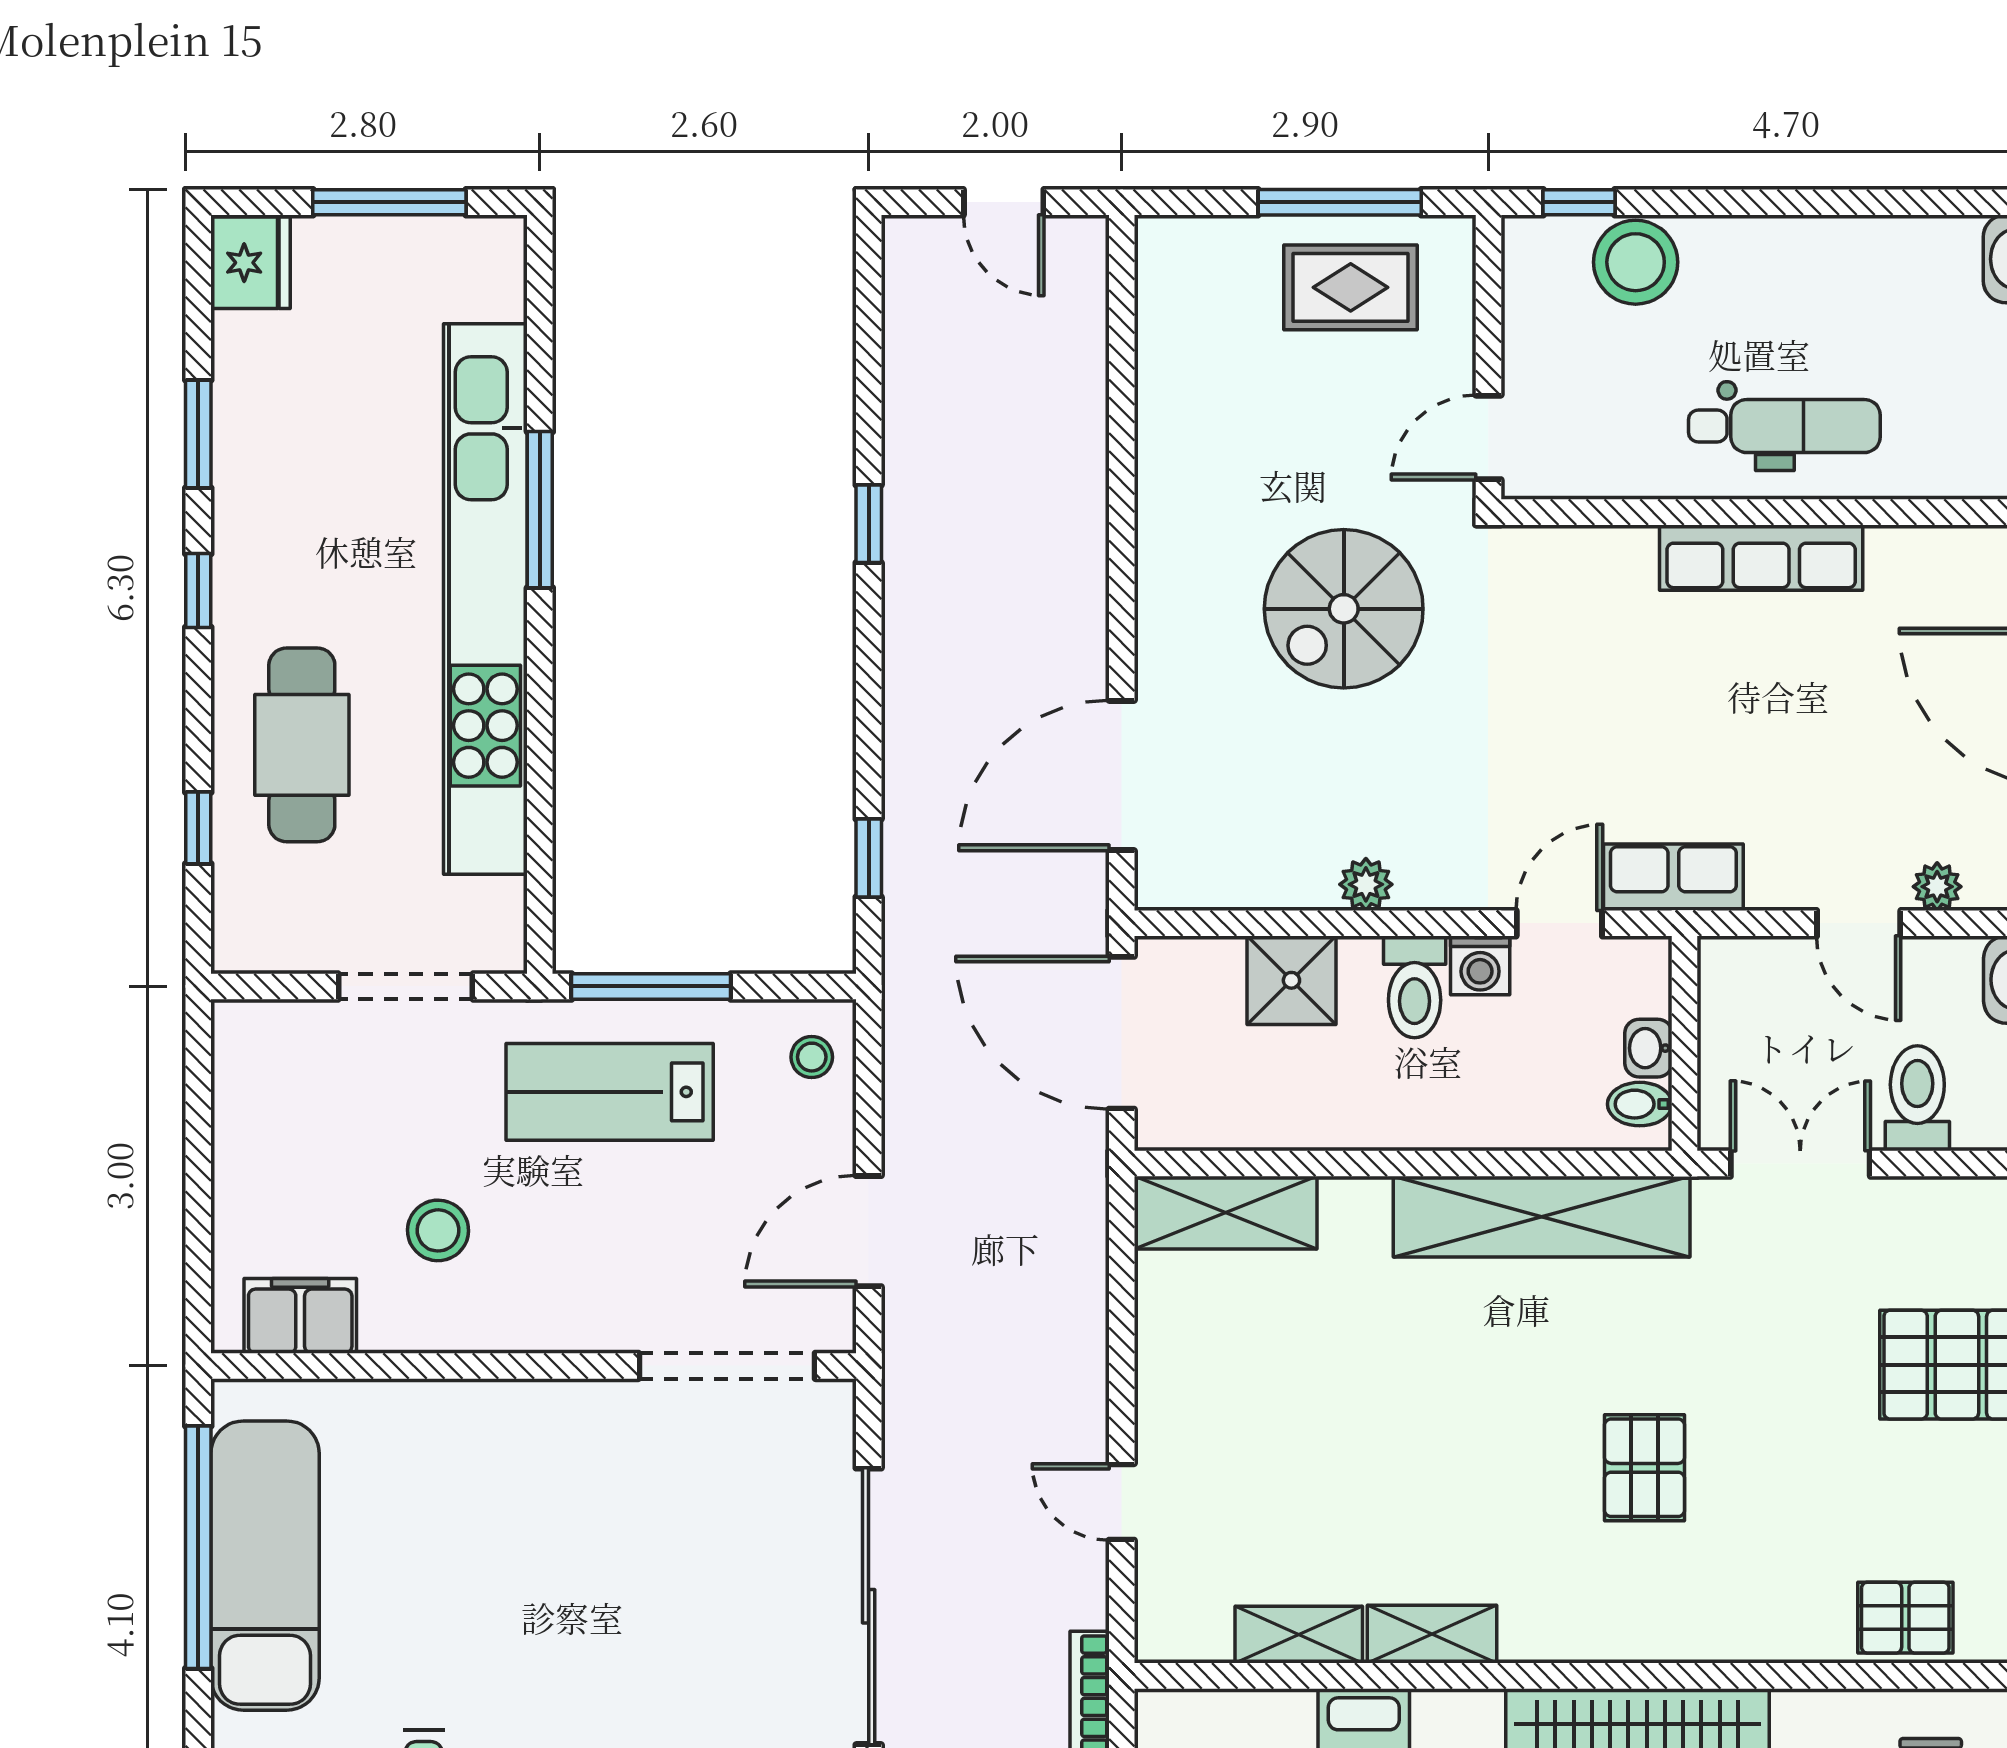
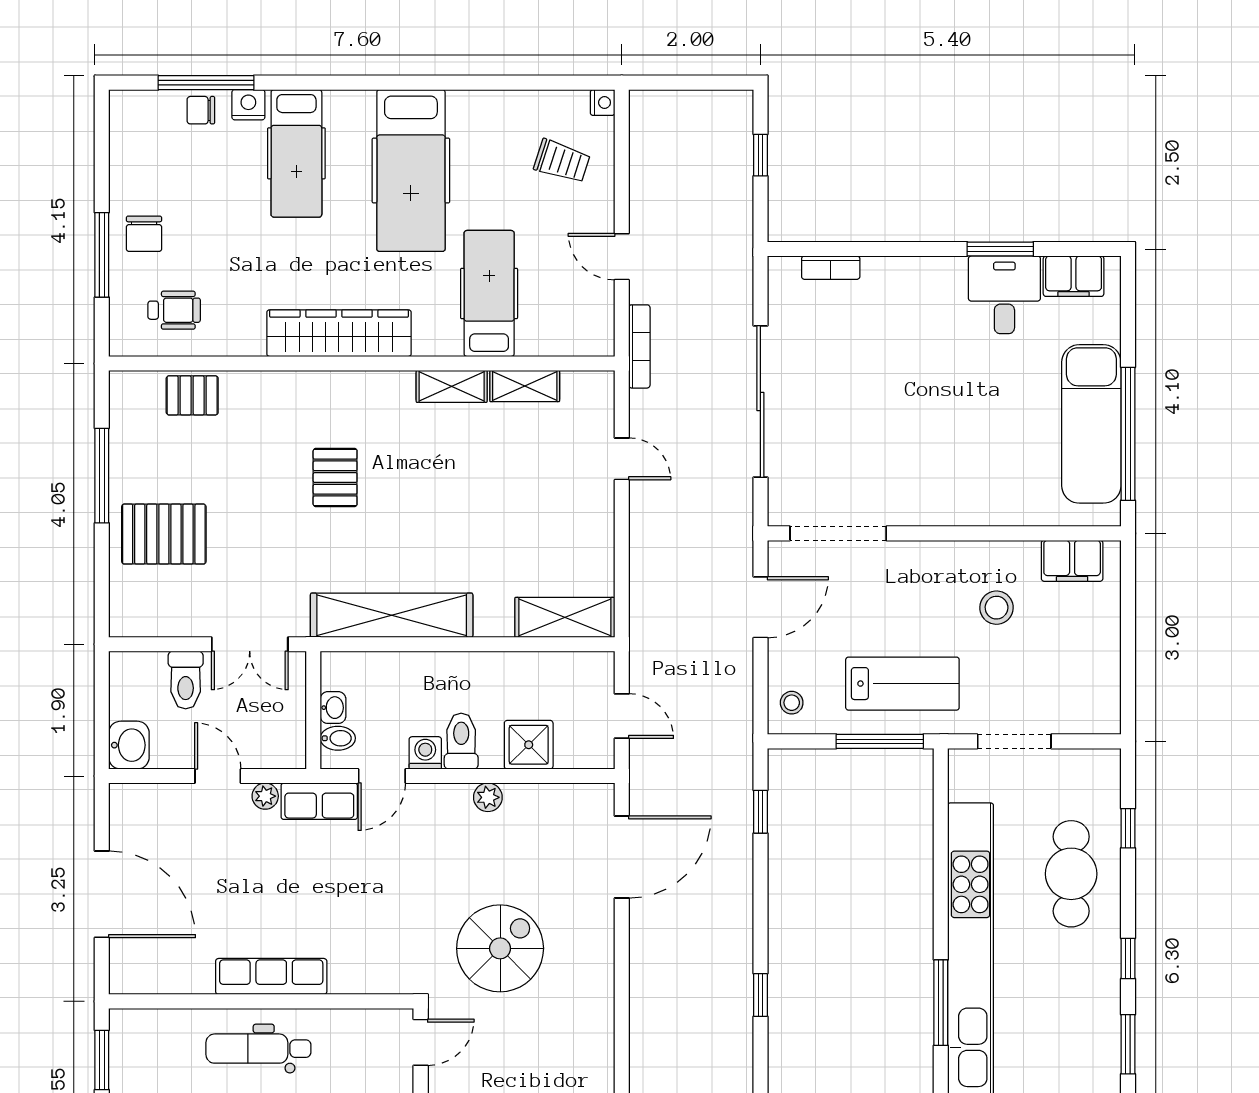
plant: (1937, 887) -> (265, 796), moved
door: (1122, 1033) -> (622, 716), width x0.53
bidet: (1640, 1104) -> (338, 738), moved

